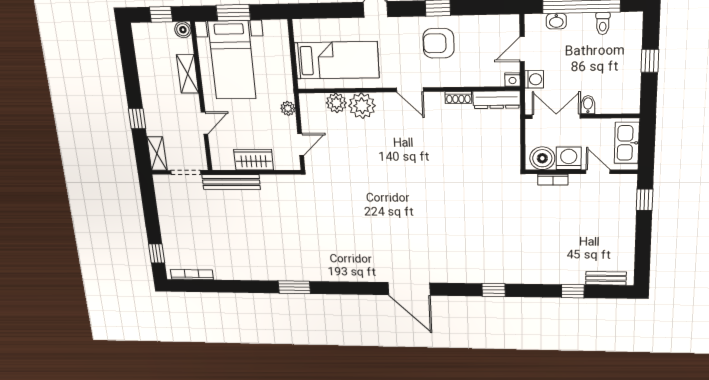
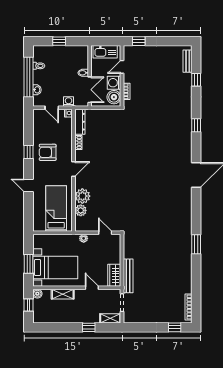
armchair: (438, 43) -> (48, 152), turned 90
double door: (556, 116) -> (90, 90), swing flipped
wardrobe: (254, 160) -> (114, 275), moved

